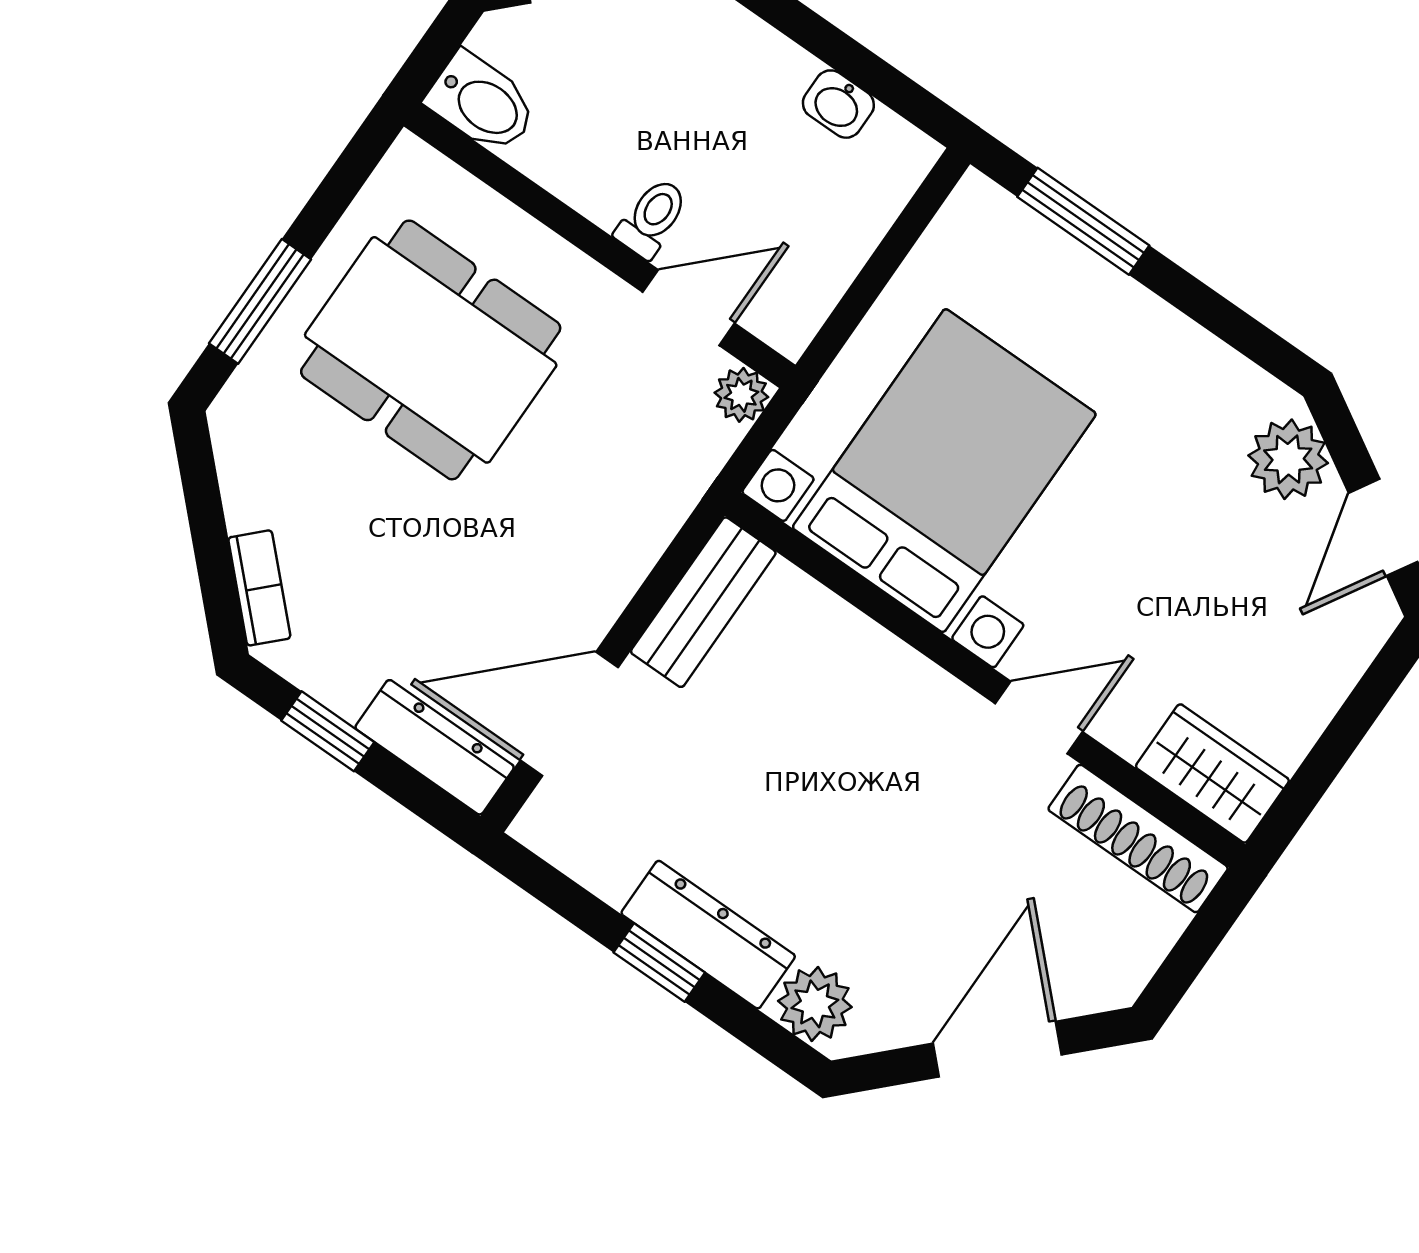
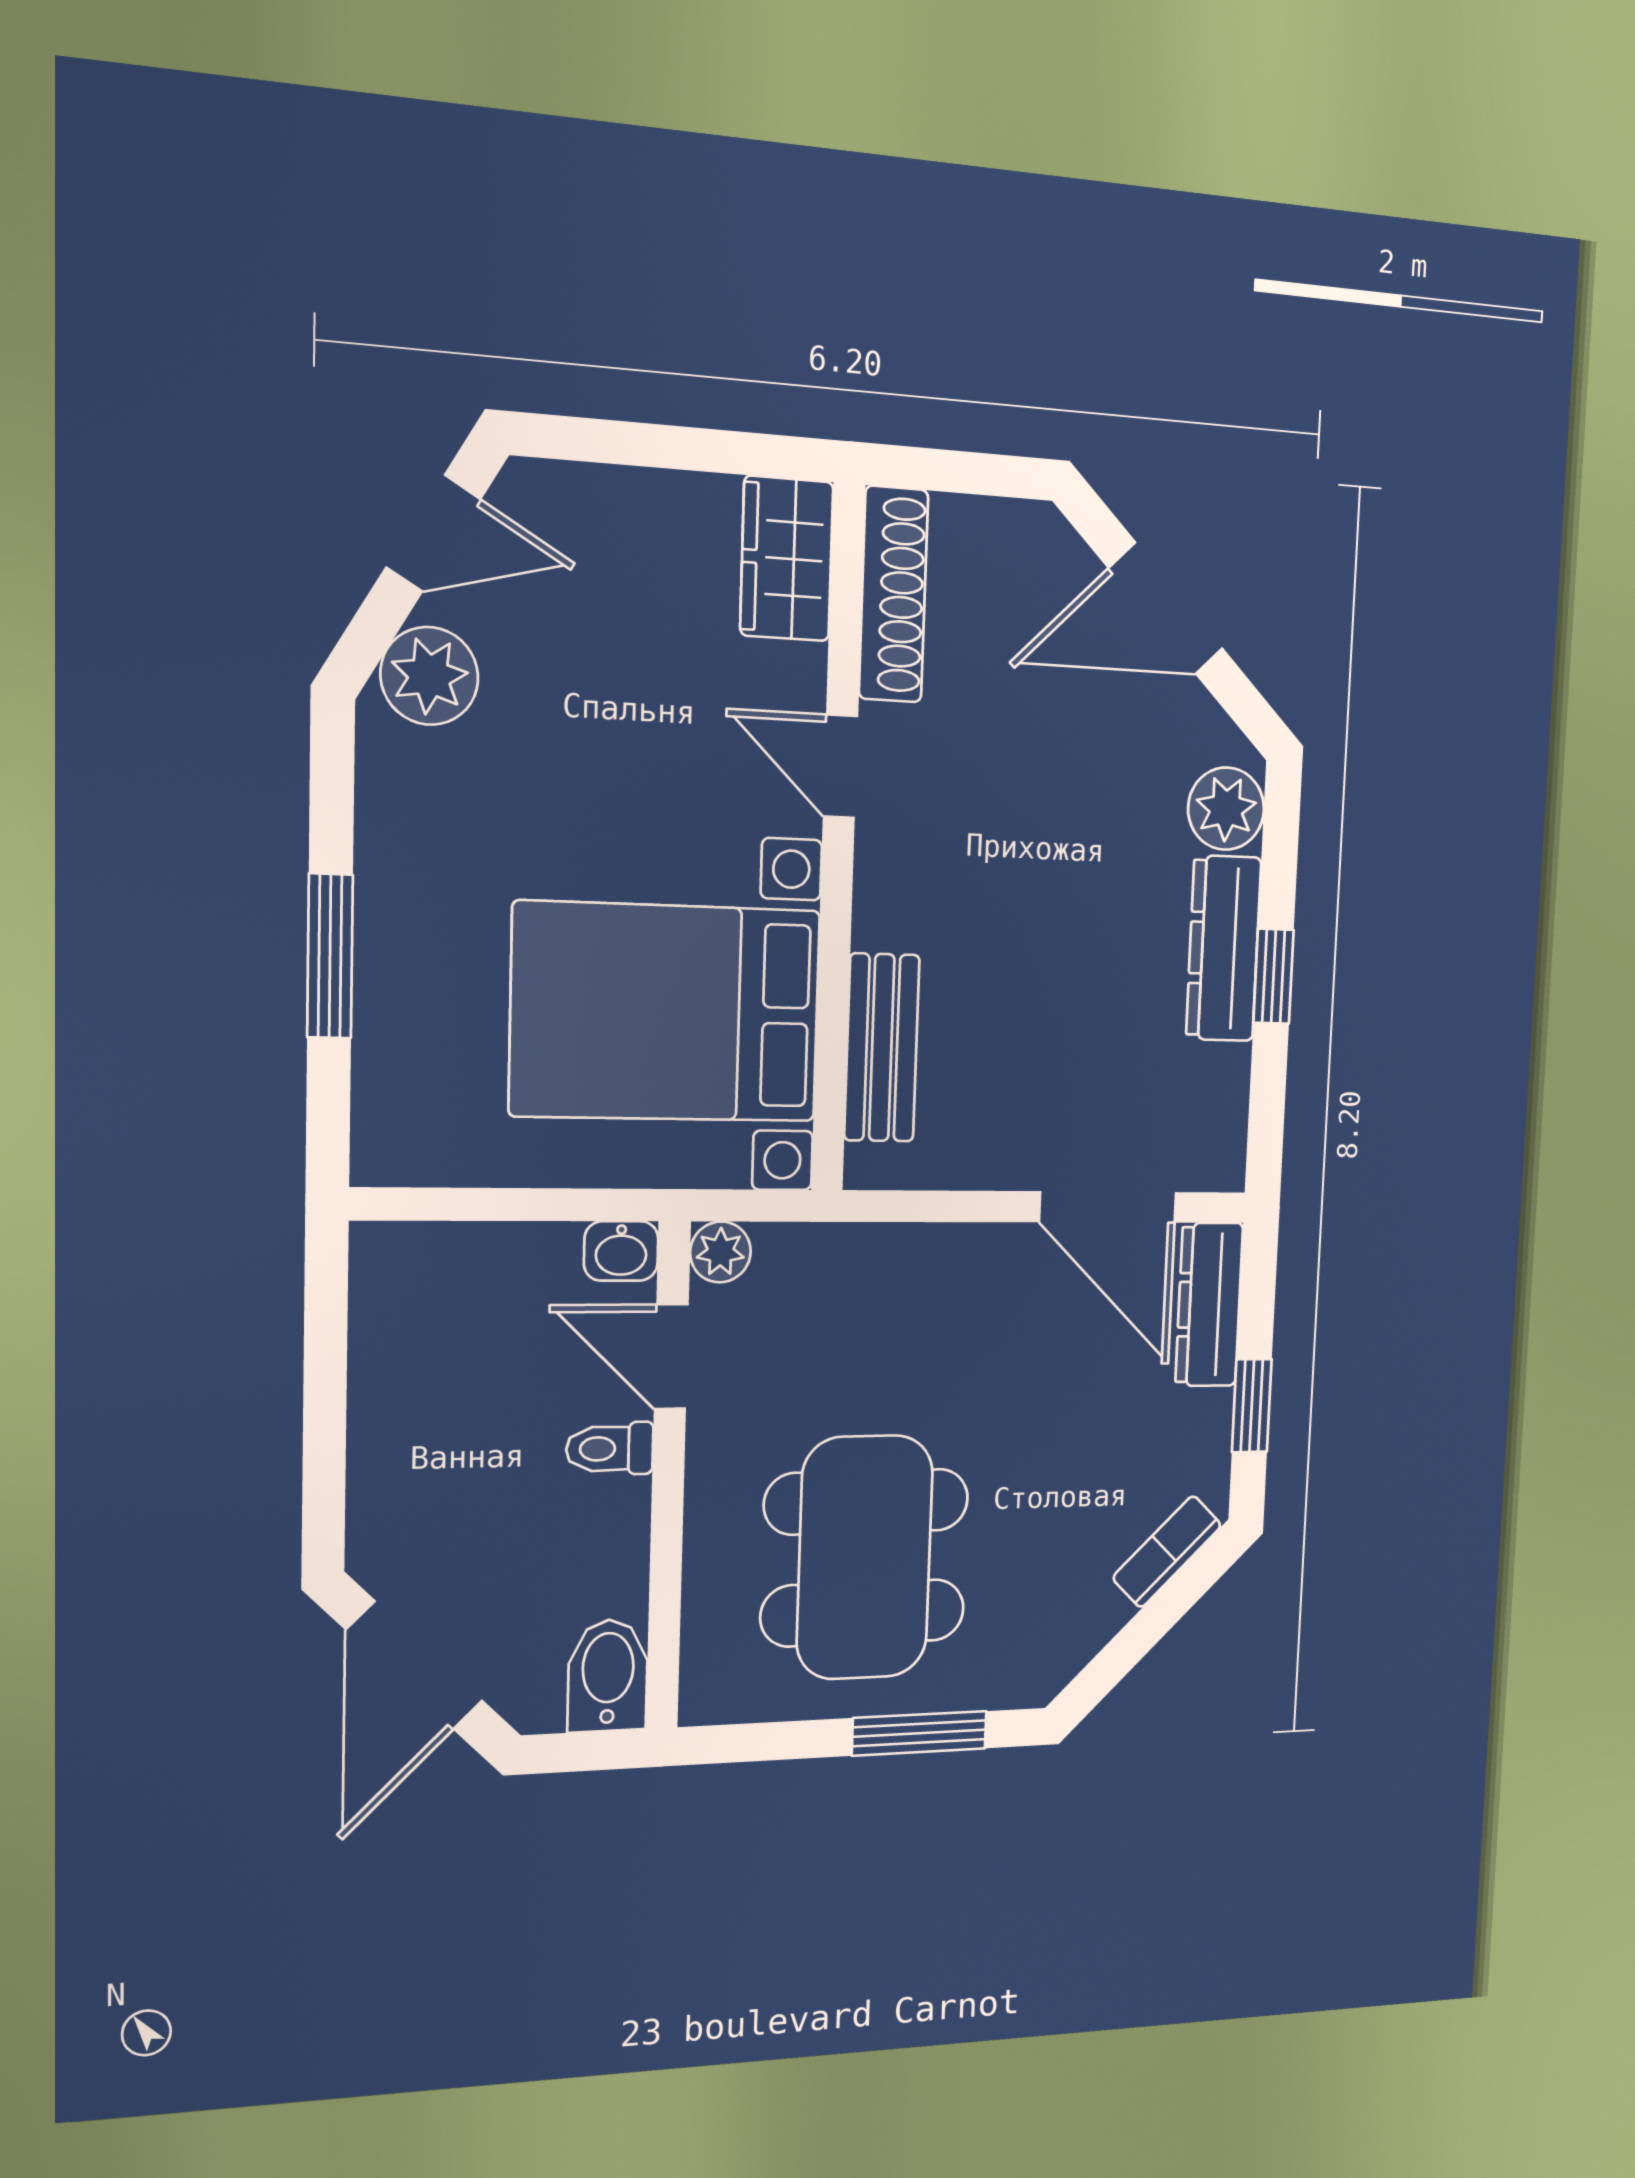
washbasin: (838, 104) -> (621, 1251), moved, turned 90
window: (1083, 221) -> (330, 956), moved
bench: (703, 602) -> (882, 1048), moved, turned 90

